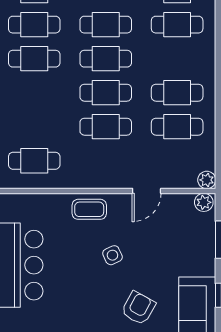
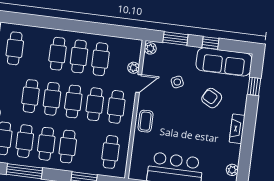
cafe table: (177, 25) -> (58, 54), moved
cafe table: (34, 93) -> (68, 147), added
cafe table: (106, 161) -> (116, 107), added
plant: (207, 180) -> (133, 68), moved
door: (147, 191) -> (139, 84), hinge flipped
side table: (112, 255) -> (177, 82), moved

